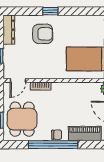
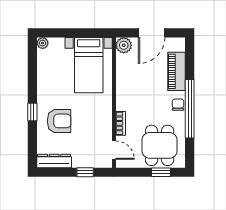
armchair: (43, 34) -> (59, 121), turned 90
dining table: (22, 119) -> (160, 145), turned 90

